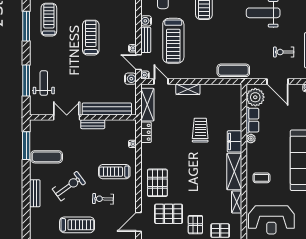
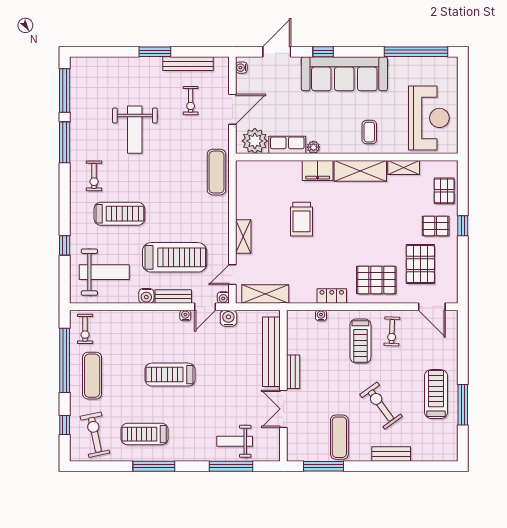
trolley: (200, 130) -> (302, 219), turned -90
locker: (146, 132) -> (332, 296), moved
exercise bike: (103, 199) -> (392, 331), moved

